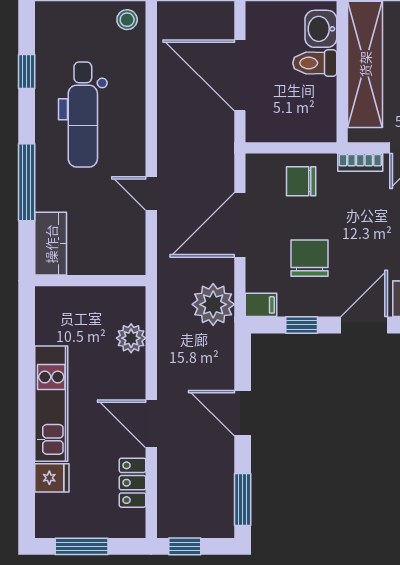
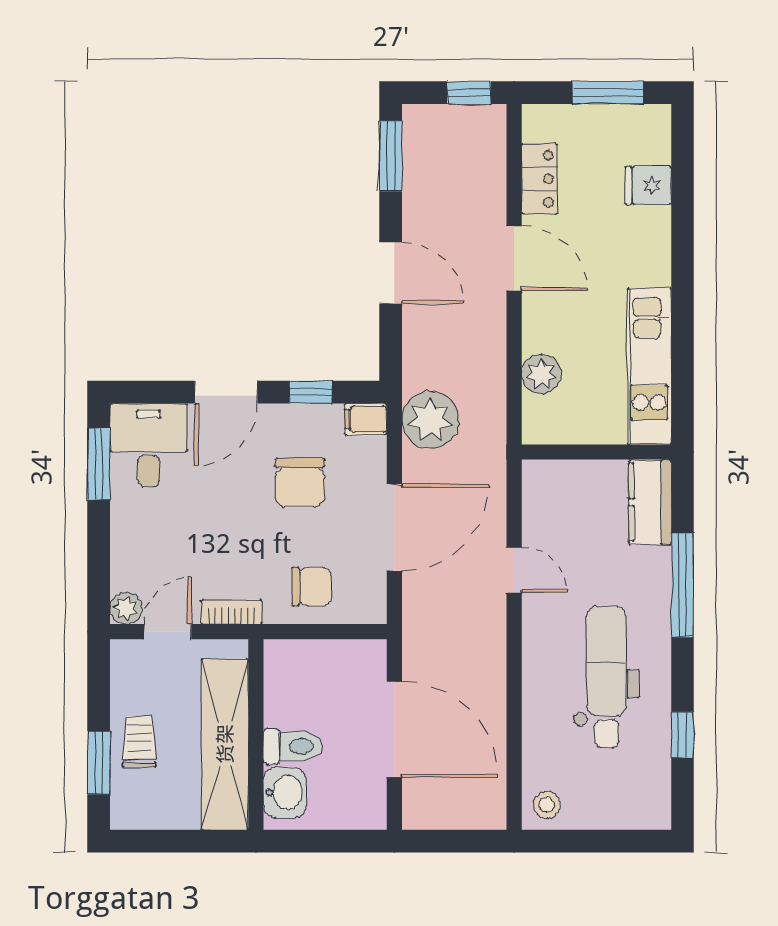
kitchen unit: (51, 404) -> (649, 366), moved

